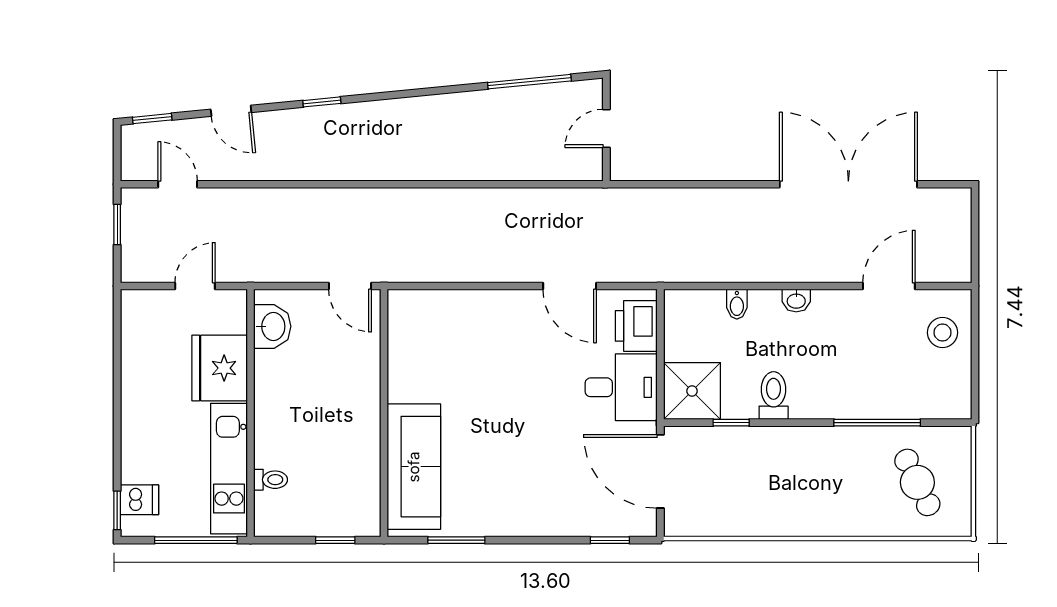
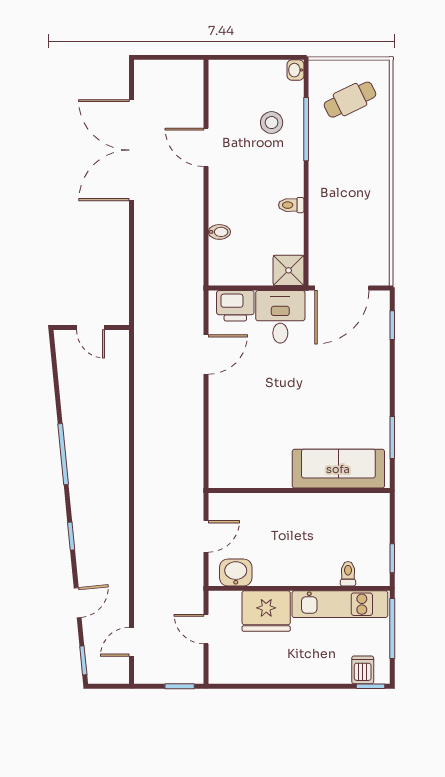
window: (529, 82) -> (63, 454), moved
window: (117, 224) -> (180, 686), moved
door: (350, 286) -> (206, 536), moved
door: (889, 286) -> (206, 147), moved
washbasin: (796, 300) -> (295, 70), moved, turned 180
stool: (943, 333) -> (272, 123), moved
shower: (692, 391) -> (289, 270), width x0.73, depth x0.73
toilet: (774, 396) -> (291, 205), width x0.73, depth x0.72
window: (731, 423) -> (306, 236), removed
window: (335, 540) -> (392, 558), moved

